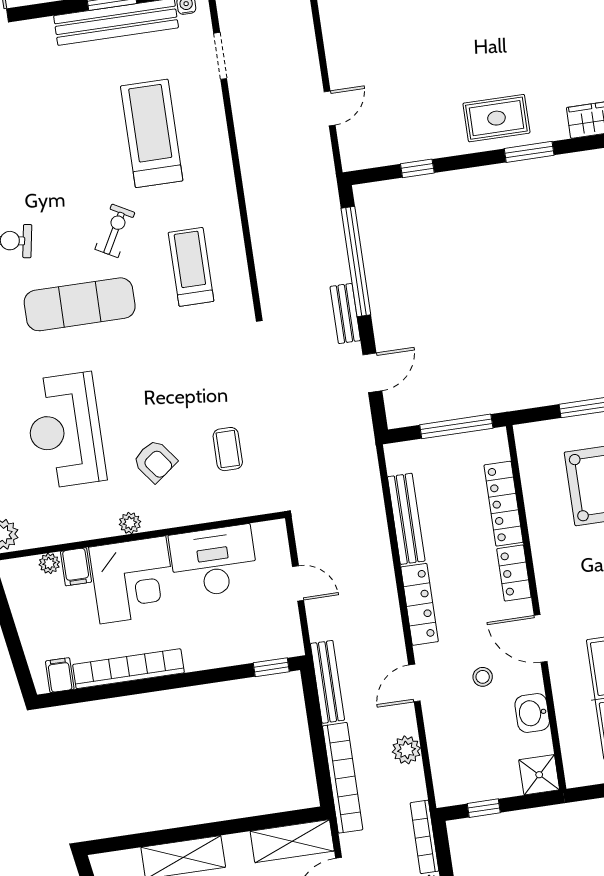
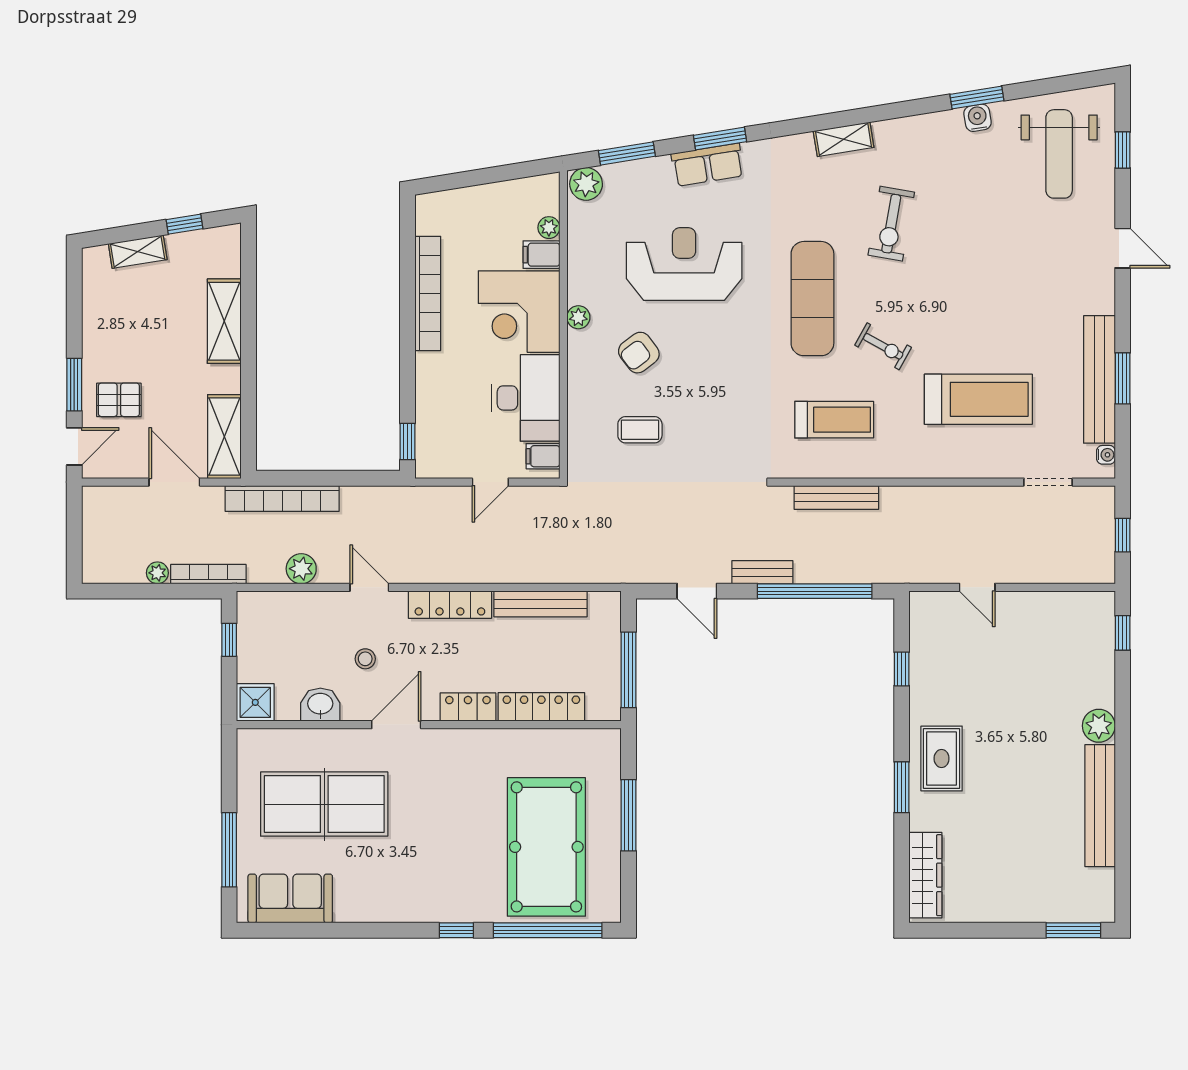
filing cabinet: (60, 675) -> (543, 456), moved, turned 180
bench: (327, 682) -> (836, 497), moved

